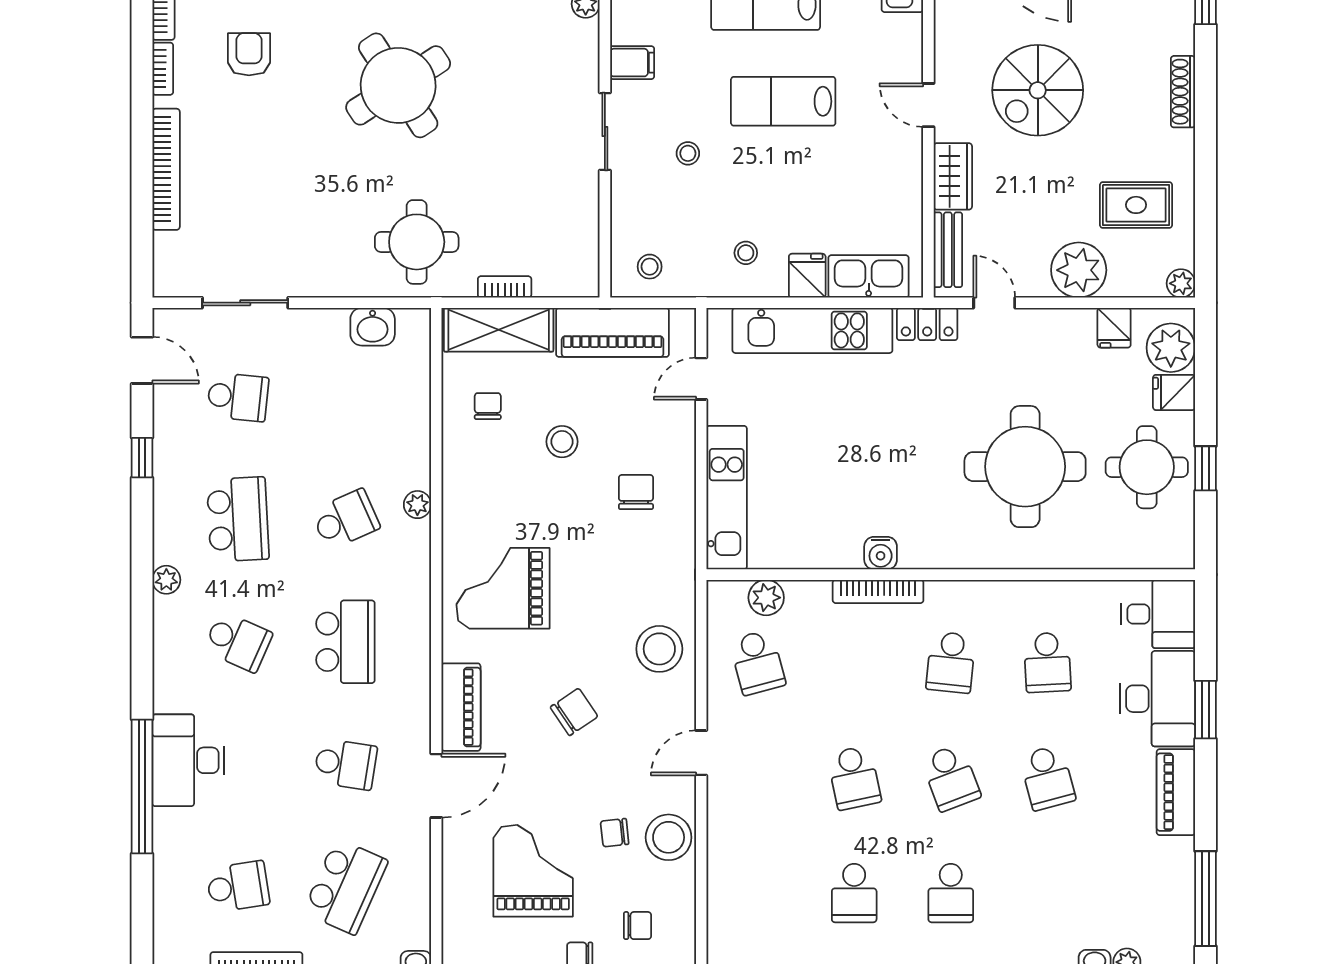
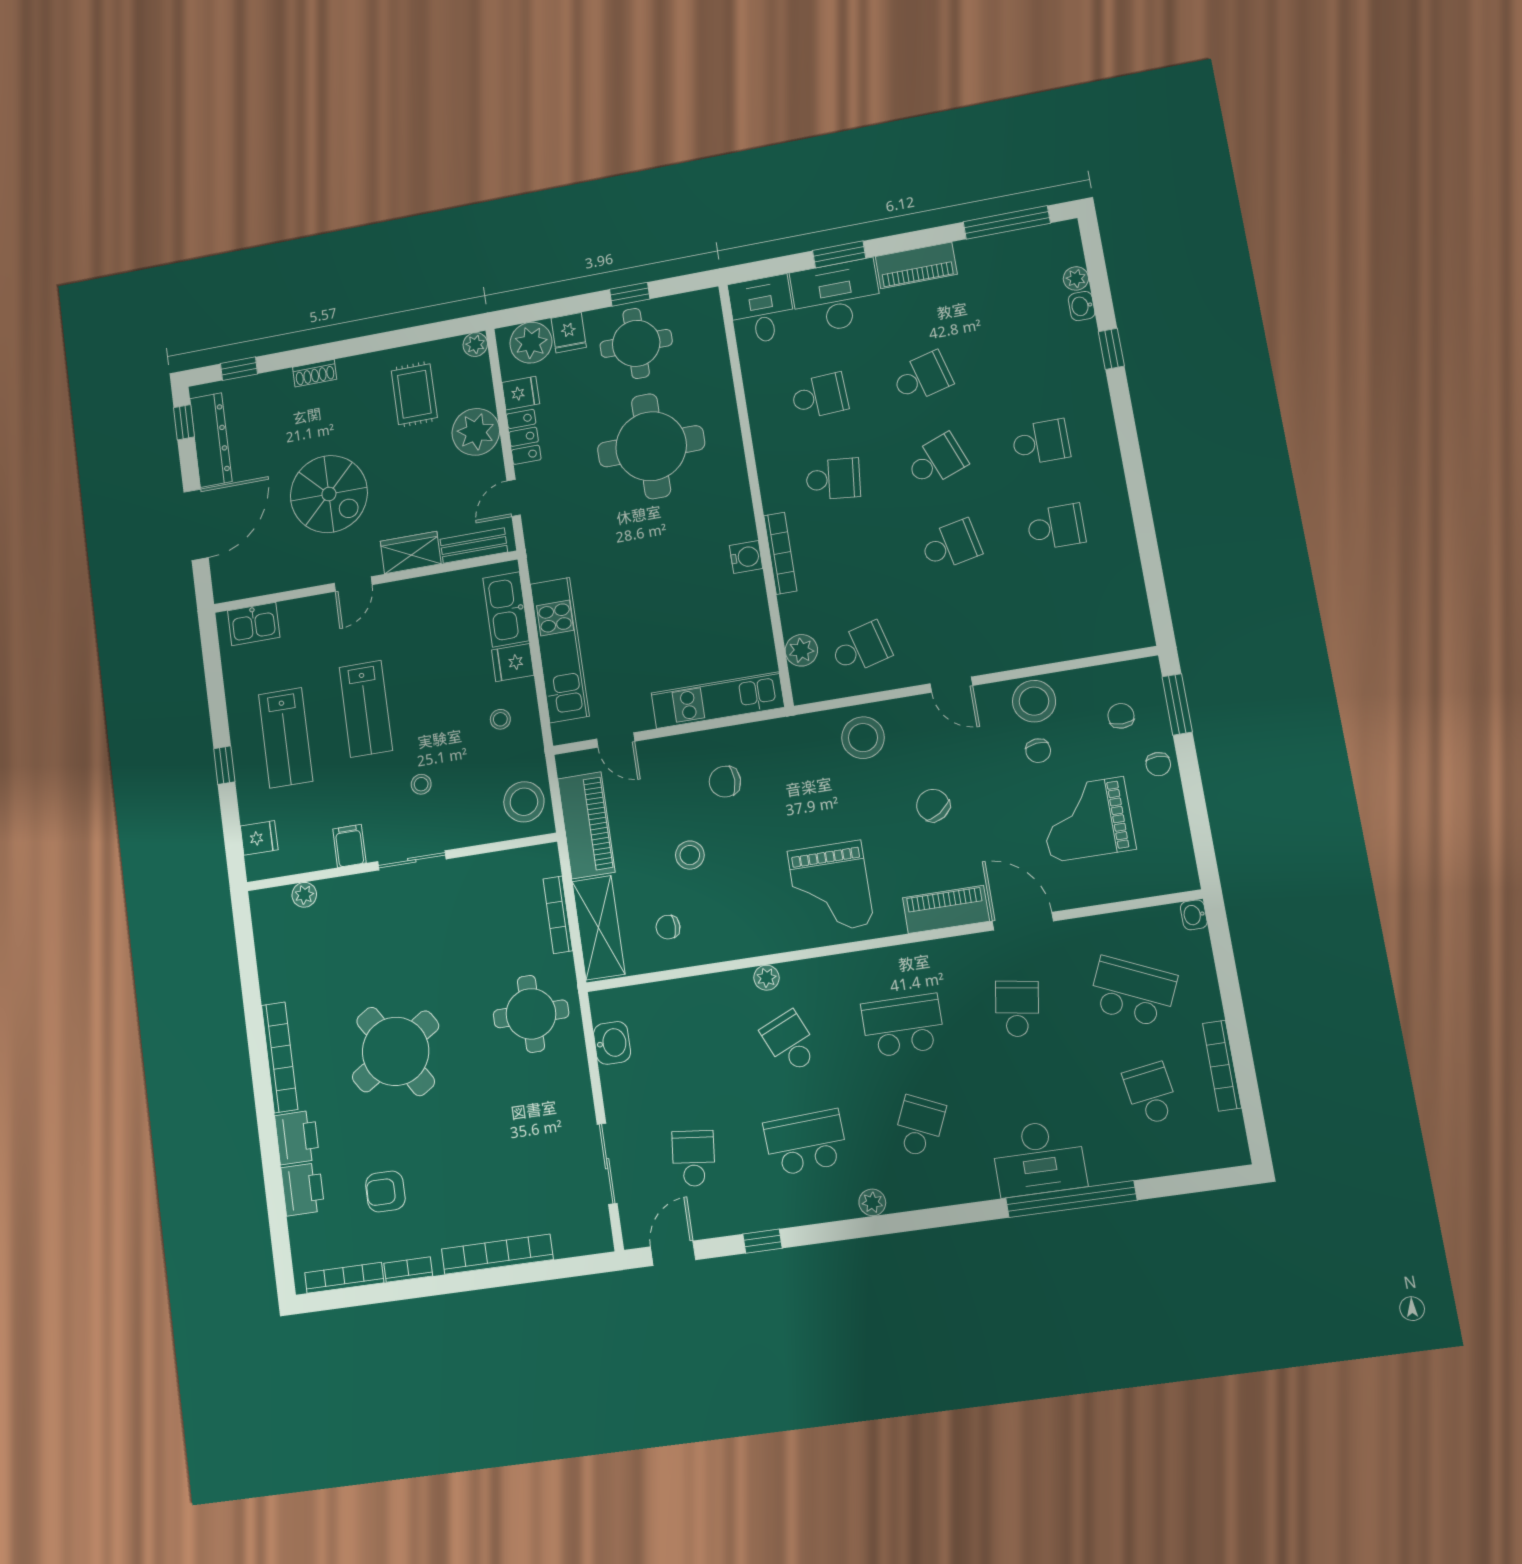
shoe rack: (1183, 92) -> (315, 373), width x0.70
stool: (650, 267) -> (524, 802), width x1.89, depth x1.89
bookcase: (505, 287) -> (558, 915), width x1.56
locker: (927, 324) -> (524, 437), moved

